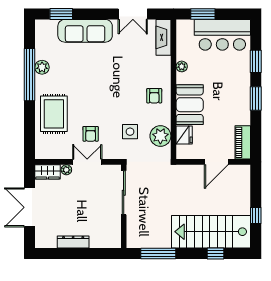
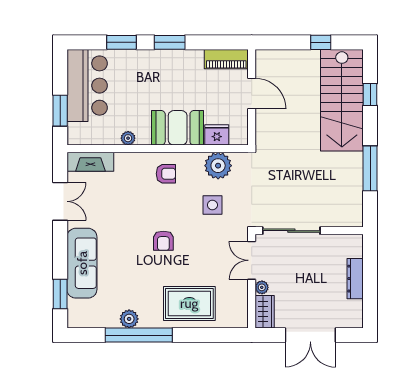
armchair: (91, 134) -> (163, 241), moved, turned 90
sliding door: (124, 193) -> (291, 231), moved
wall: (124, 206) -> (309, 231), moved

